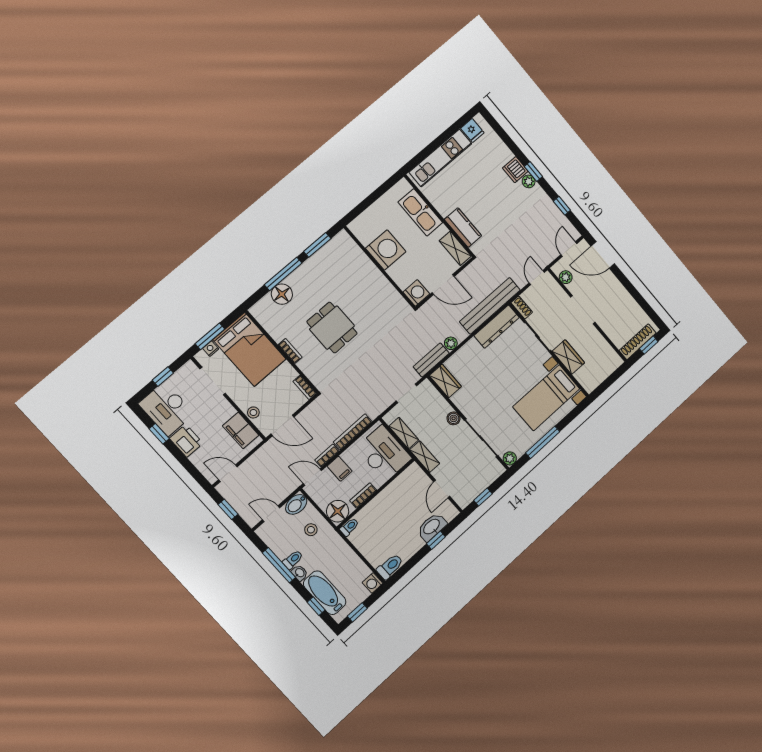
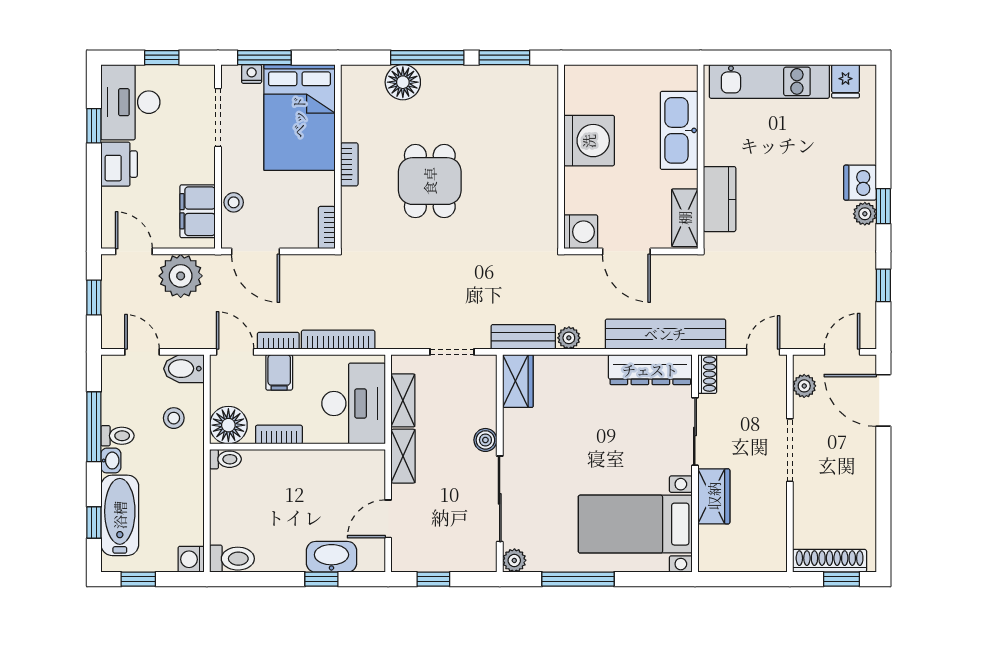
plant: (259, 465) -> (181, 276), added

